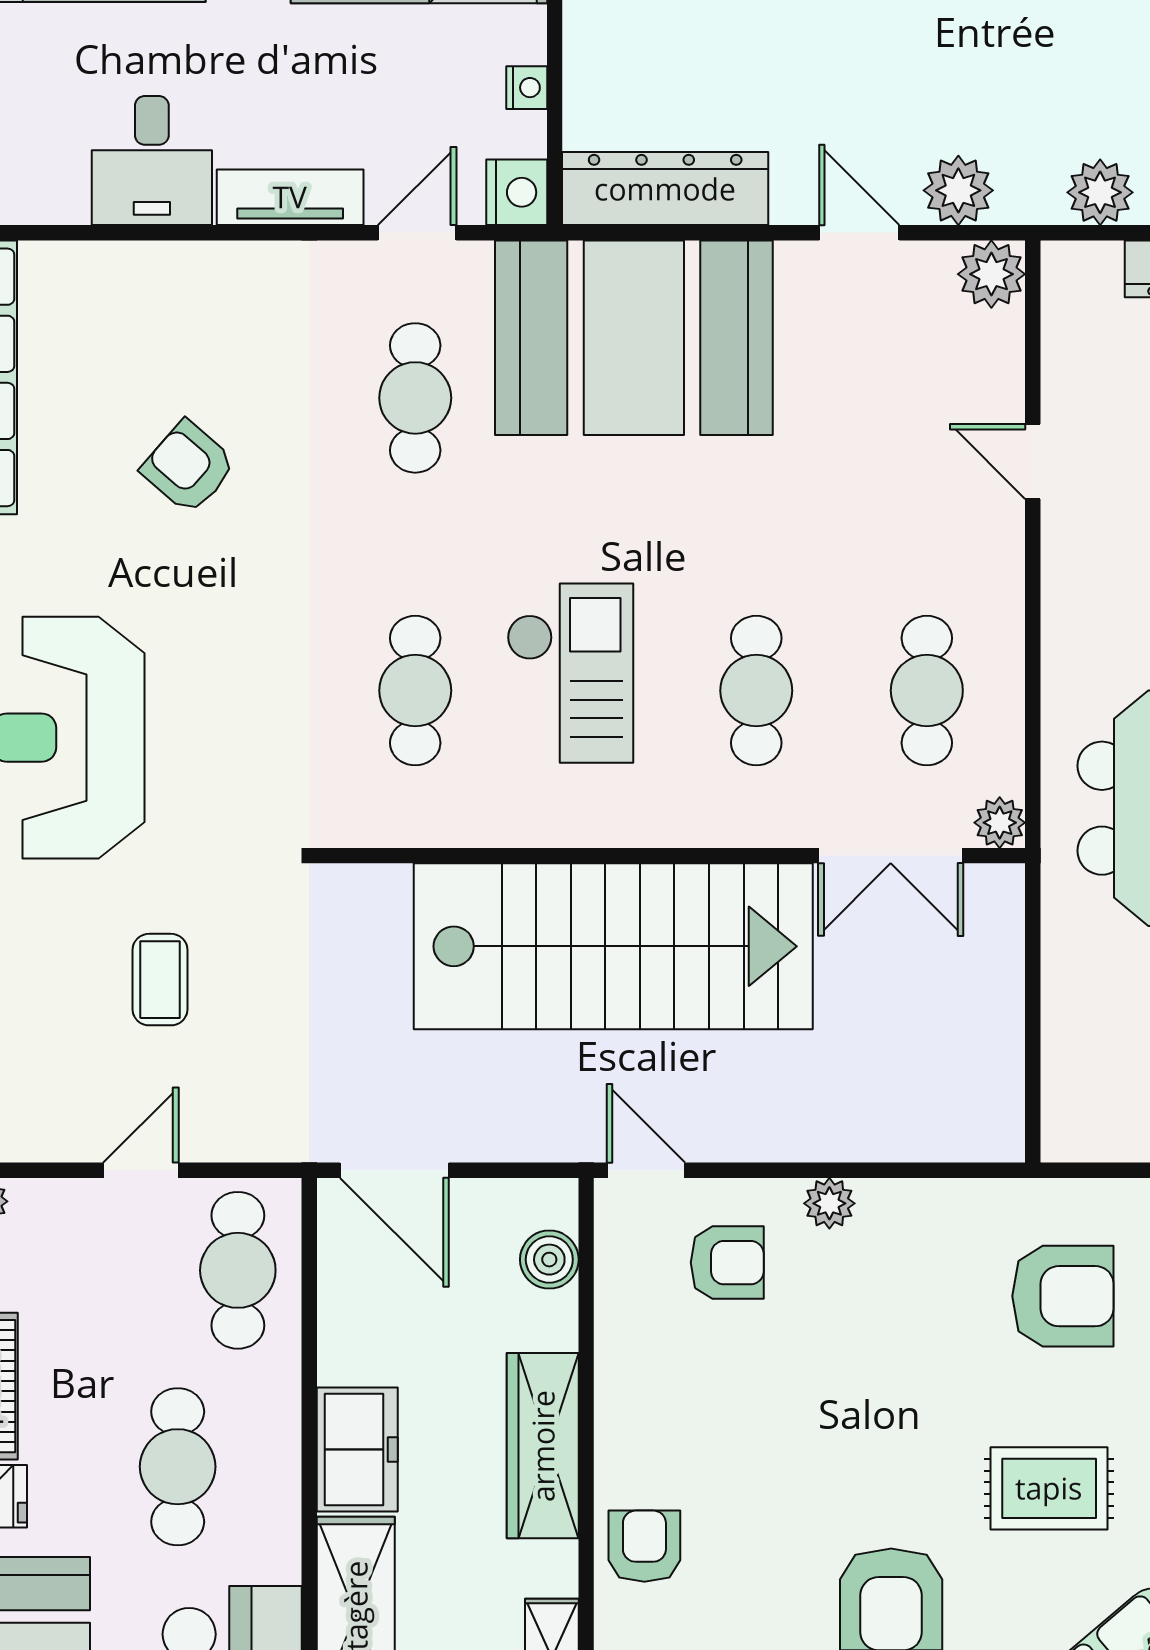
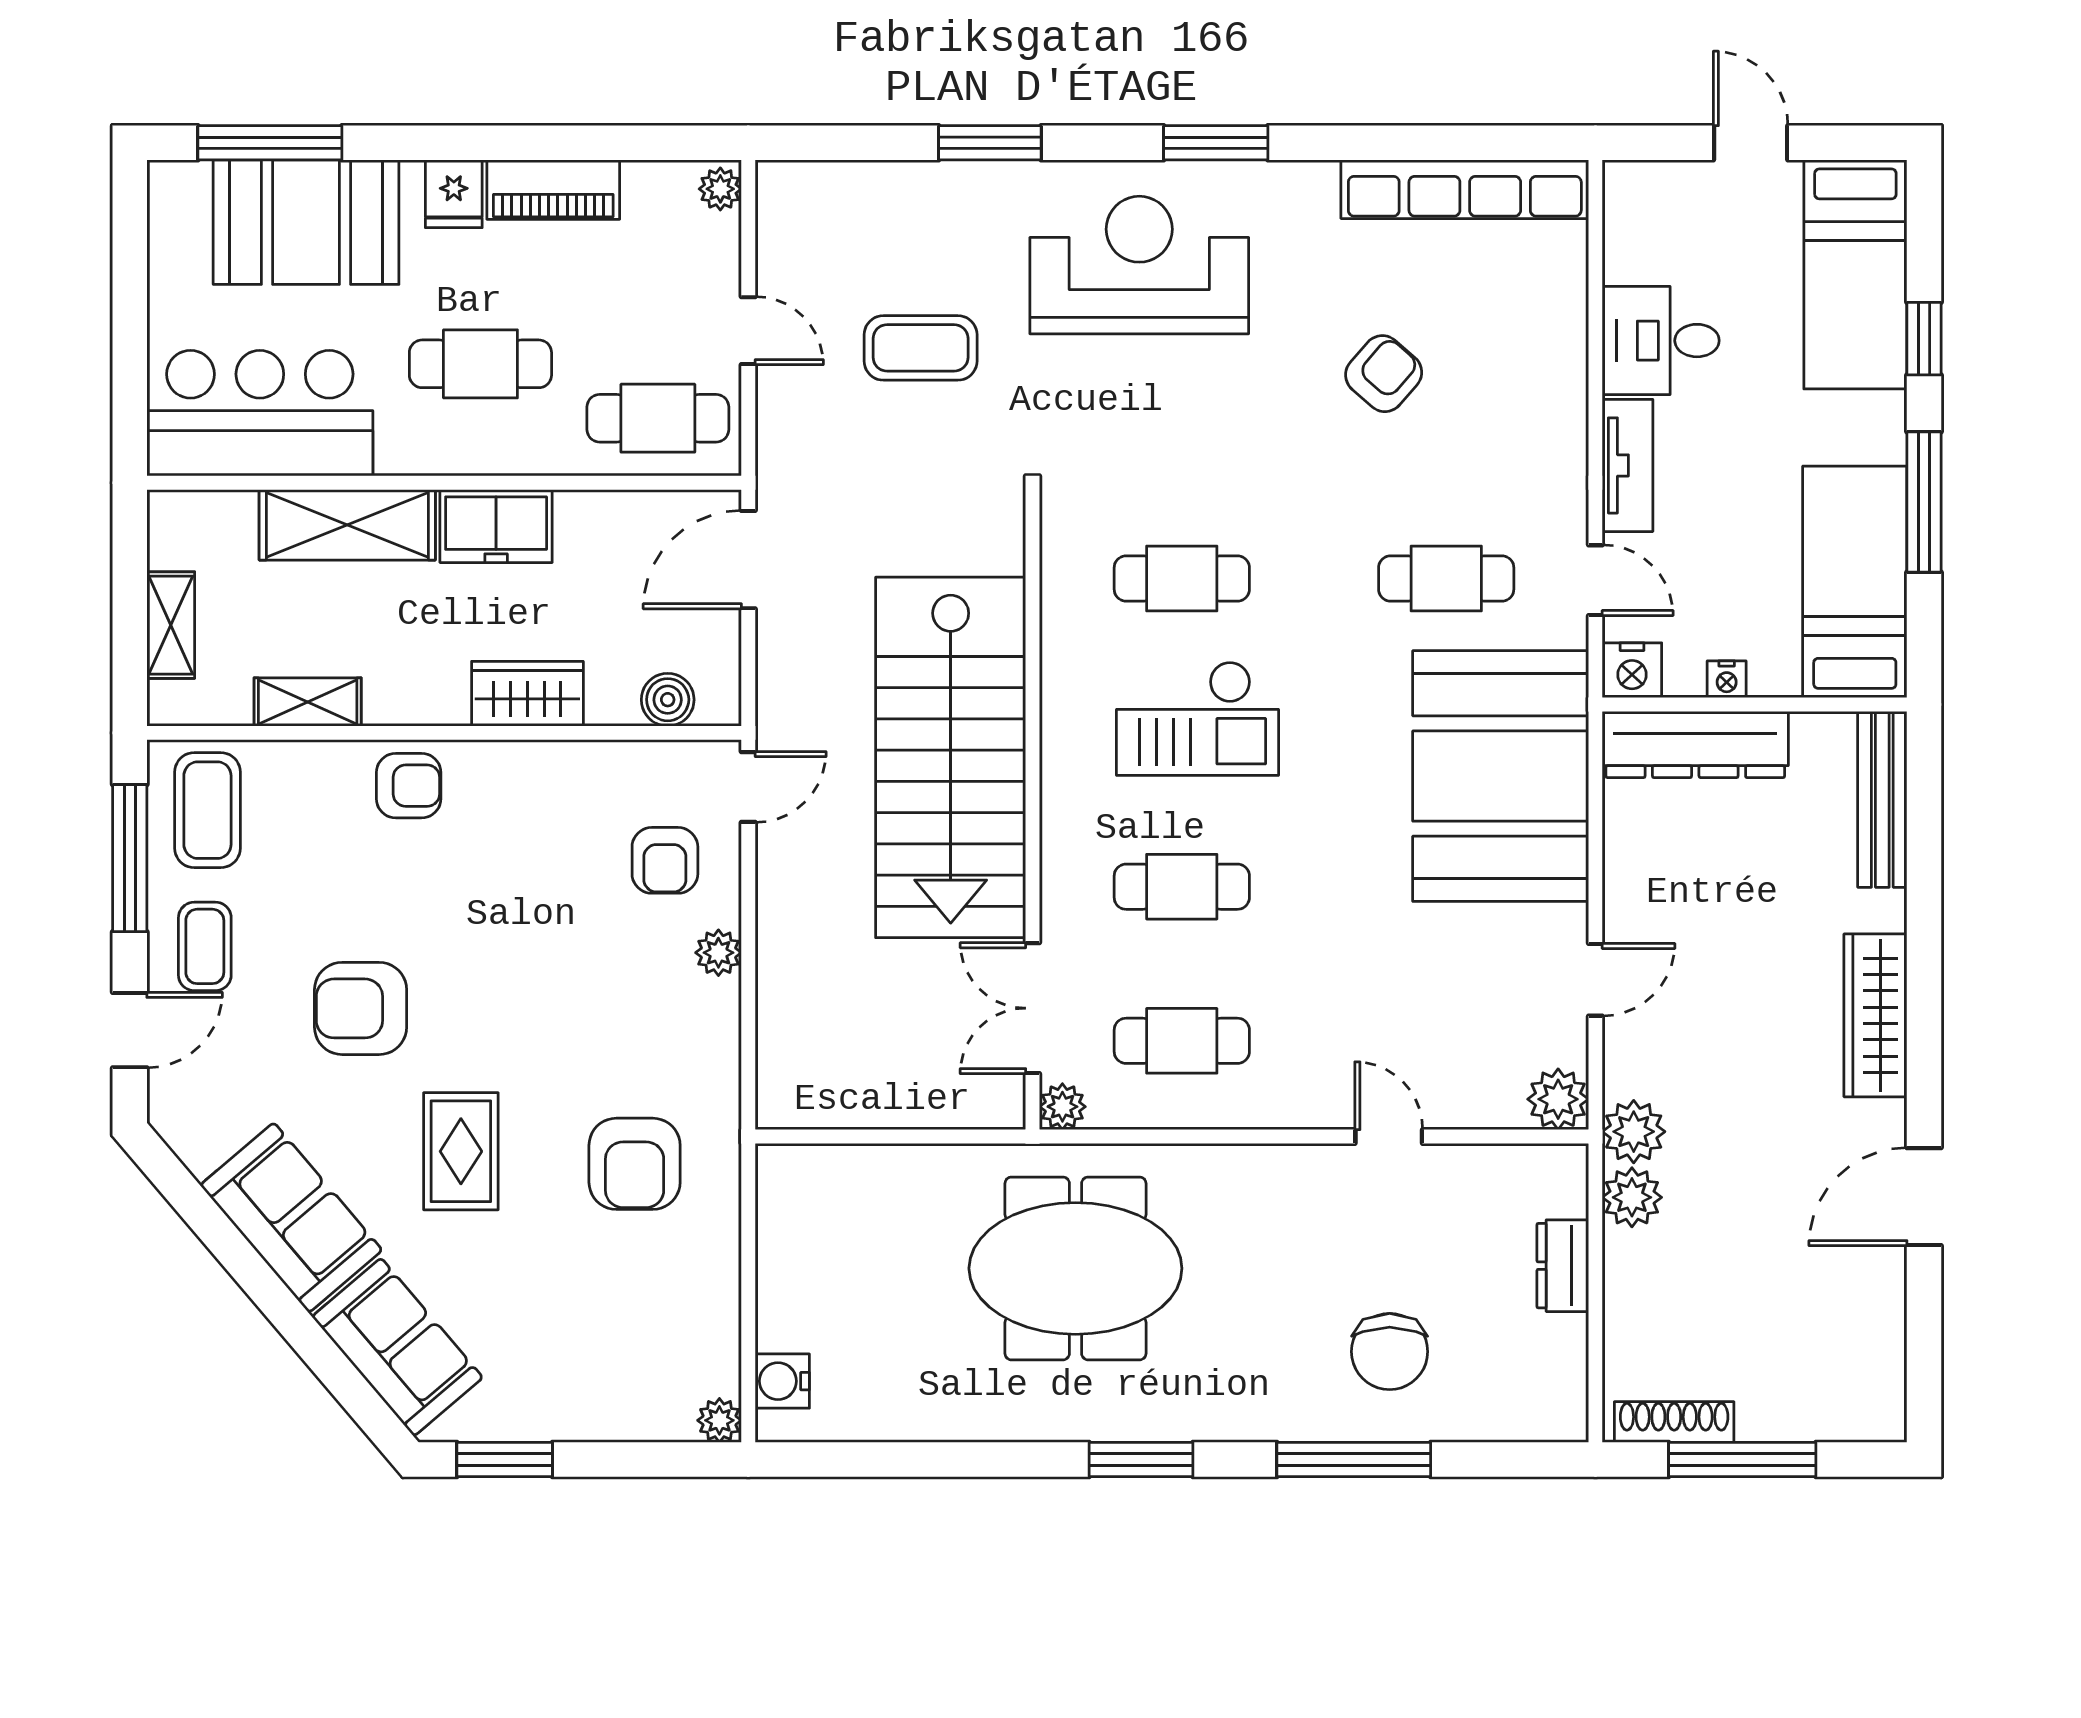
dresser: (665, 189) -> (1695, 744), moved, turned 90
plant: (958, 190) -> (1634, 1132), moved
door: (1033, 461) -> (1389, 1137), hinge flipped
coffee table: (160, 980) -> (921, 348), width x1.36, depth x1.30
wardrobe: (543, 1446) -> (527, 694), width x0.67

